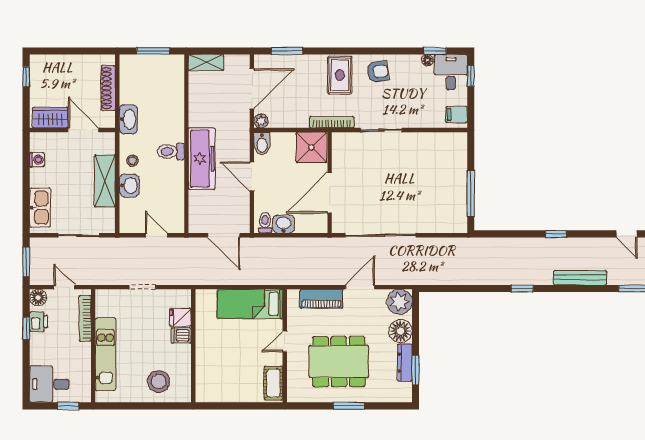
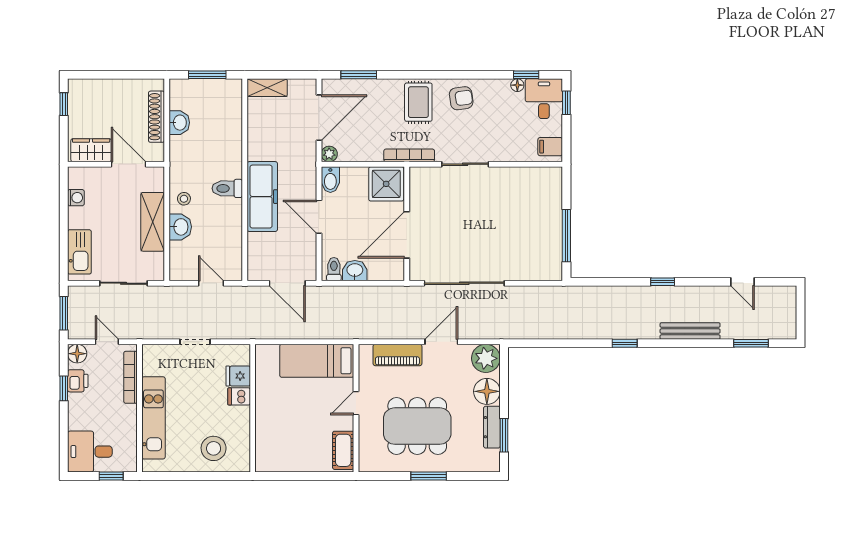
washbasin: (128, 119) -> (179, 123), moved, width x0.72

